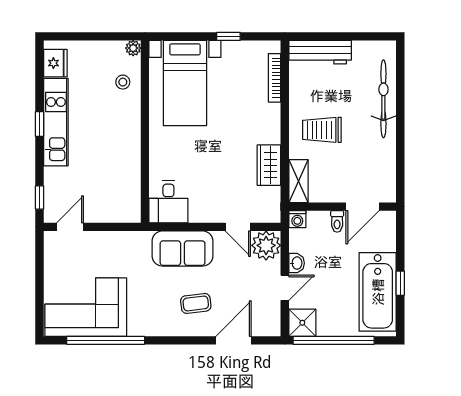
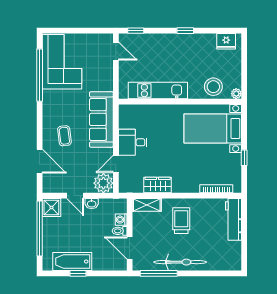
stool: (123, 82) -> (213, 87), width x1.89, depth x1.89
bicycle: (383, 99) -> (180, 262), moved
kitchen unit: (56, 122) -> (158, 91), moved, turned 180
window: (400, 163) -> (159, 273), added
desk: (168, 202) -> (133, 142), moved
washing machine: (297, 219) -> (121, 220), moved
sofa: (183, 248) -> (101, 119), width x1.36
bathtub: (378, 292) -> (72, 261), width x0.73, depth x0.73

